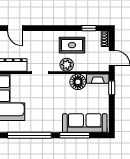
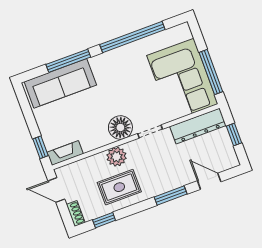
window: (42, 28) -> (171, 196), added
floor lamp: (78, 82) -> (120, 127), moved

